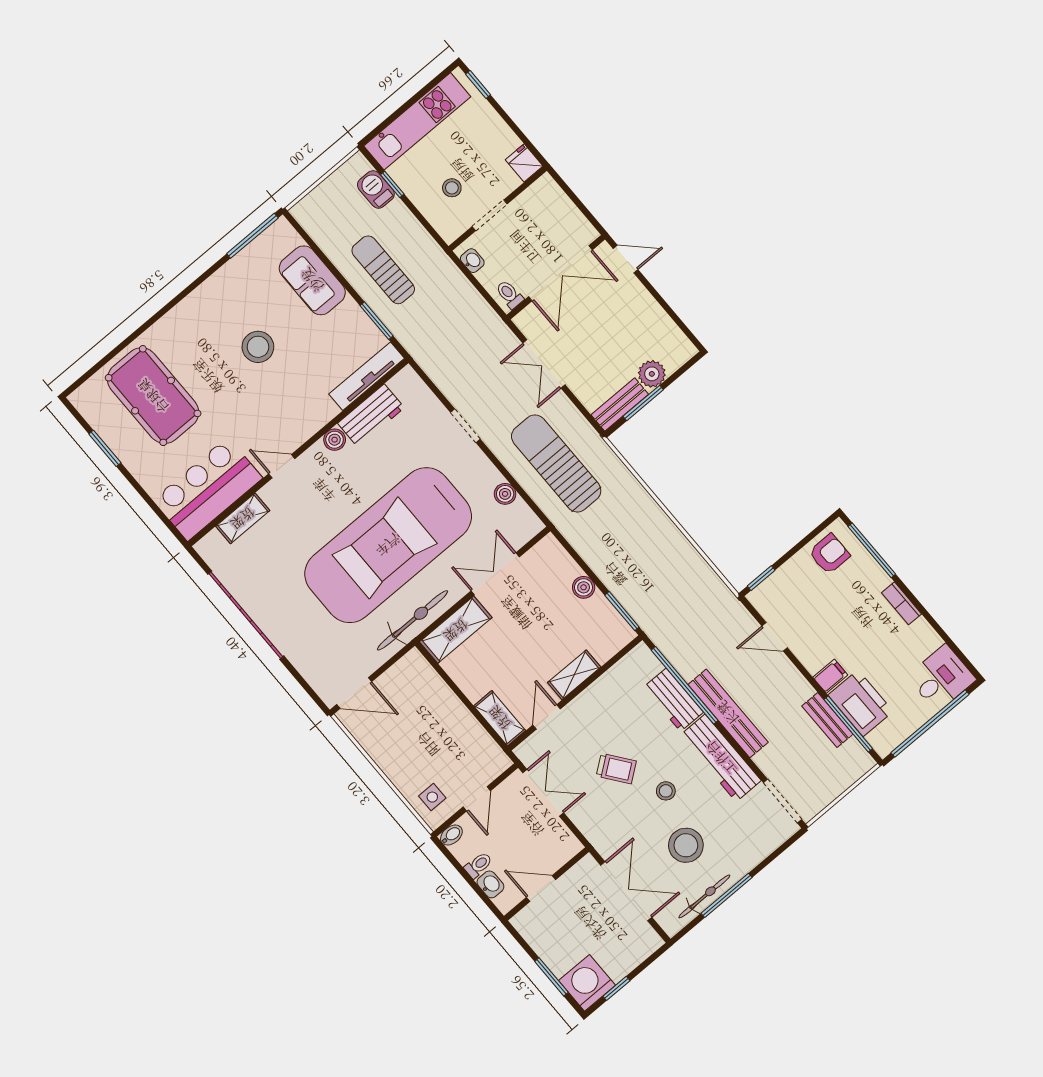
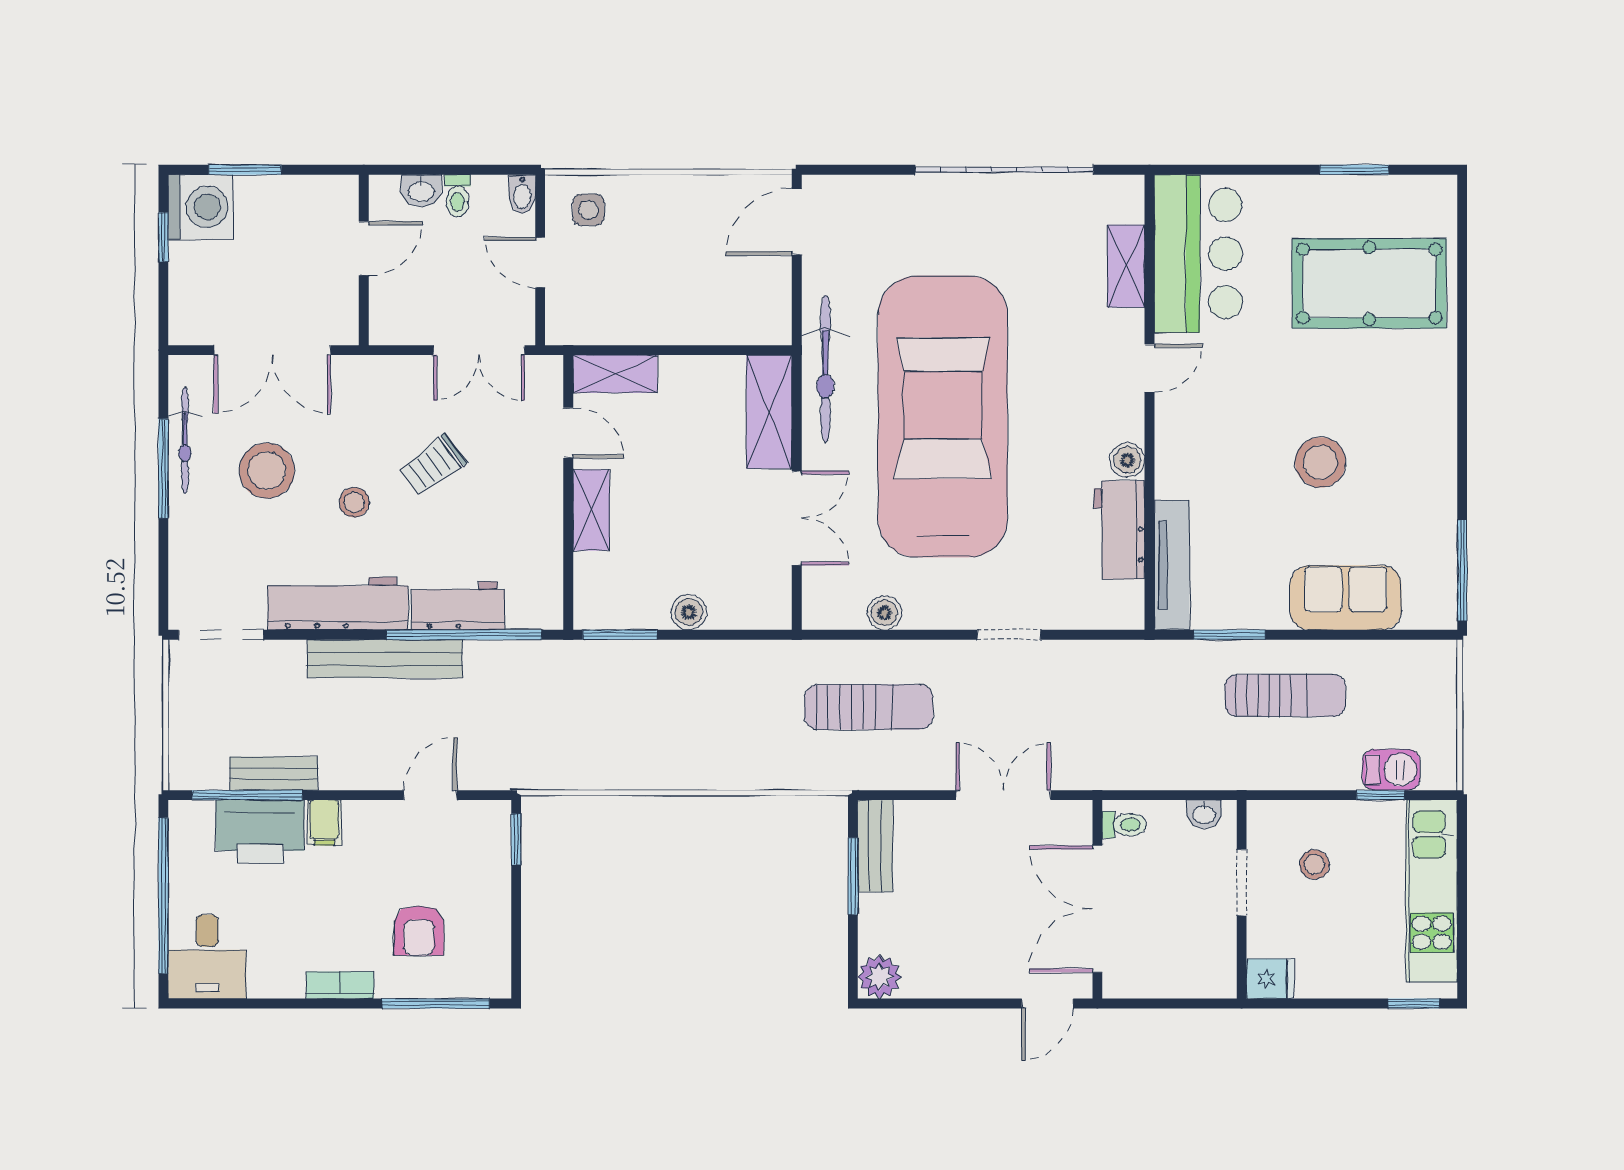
plant: (652, 374) -> (880, 977), moved
sun lounger: (556, 463) -> (869, 707), width x0.73, depth x0.75
armchair: (829, 554) -> (419, 931), moved

